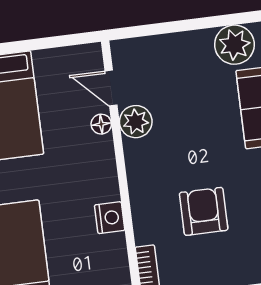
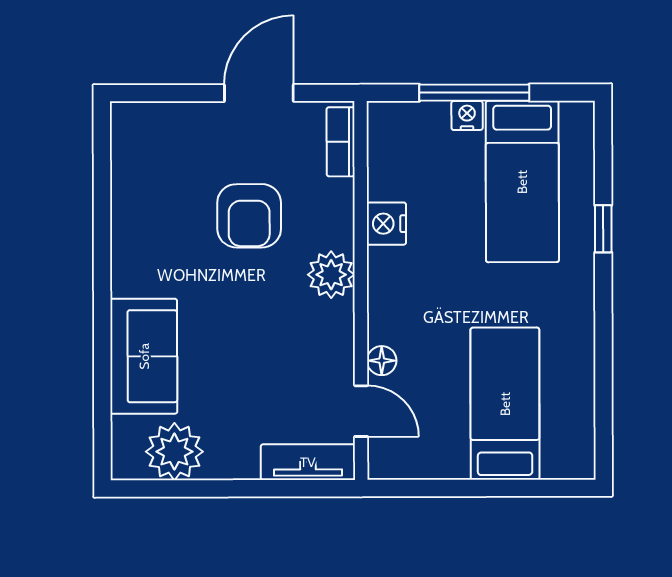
tv unit: (143, 49) -> (308, 462), added
plant: (136, 122) -> (331, 275), moved

